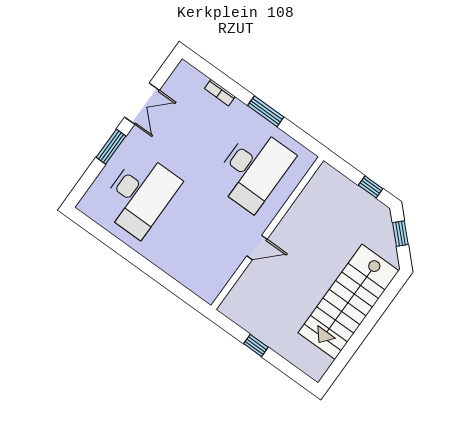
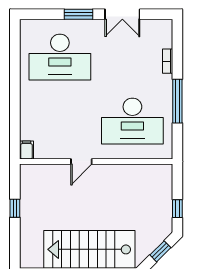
window: (266, 111) -> (177, 101), width x1.44
door: (257, 247) -> (81, 161), hinge flipped
filing cabinet: (207, 293) -> (26, 150), added

